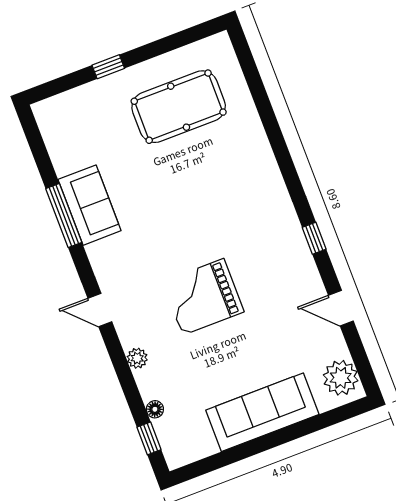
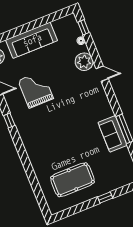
grand piano: (203, 297) -> (36, 90), moved, turned -90
door: (100, 310) -> (102, 74), moved
plant: (137, 358) -> (84, 62), width x1.88, depth x1.88

